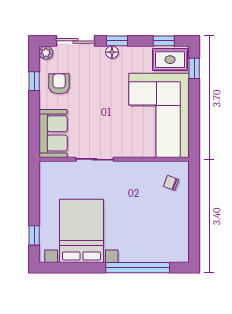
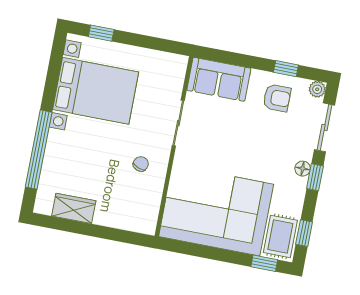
chair: (171, 183) -> (141, 164), moved
wardrobe: (179, 230) -> (74, 208), added

